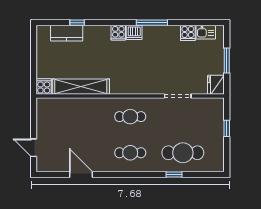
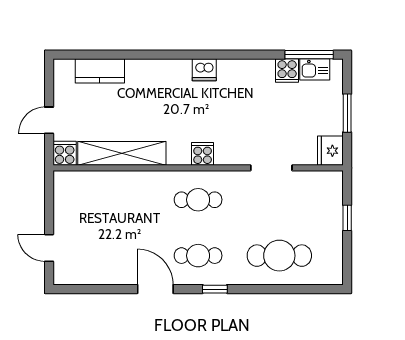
window: (77, 23) -> (116, 55), removed
window: (152, 23) -> (309, 55), moved
cooker: (118, 33) -> (203, 154), moved, turned 180
door: (34, 65) -> (49, 120), added
door: (81, 174) -> (155, 289), moved
window: (174, 174) -> (215, 289), moved

